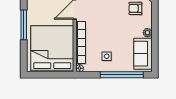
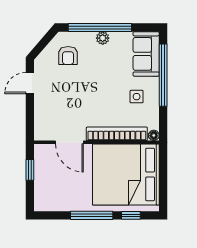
window: (155, 31) -> (100, 28), added
window: (24, 52) -> (131, 215), added
sofa: (143, 54) -> (146, 54), moved, turned 90

